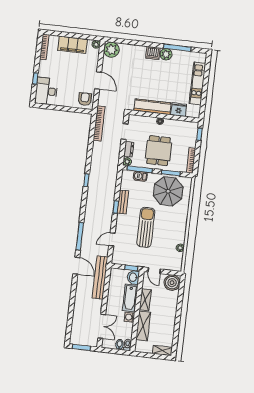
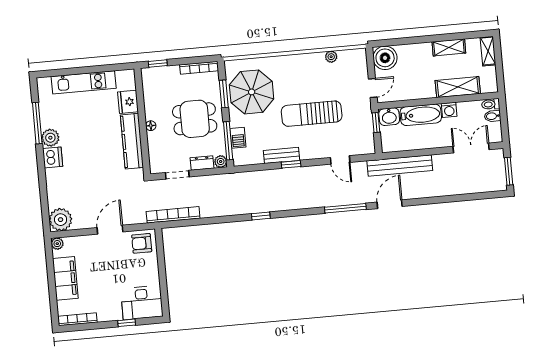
shelving: (145, 300) -> (449, 47), moved

